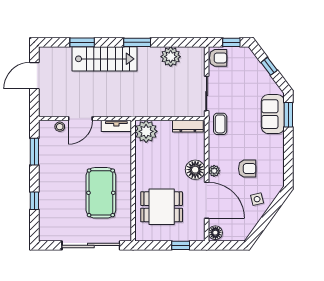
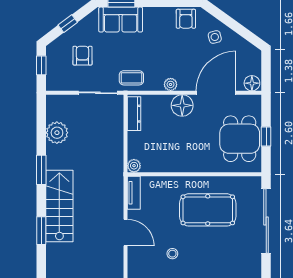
armchair: (218, 58) -> (82, 56), moved
stool: (60, 127) -> (172, 254), moved
plant: (146, 131) -> (134, 166), width x0.53, depth x0.53
armchair: (247, 169) -> (186, 19), moved, turned 180
plant: (214, 171) -> (171, 84), moved
dining table: (162, 207) -> (240, 139), moved
window: (181, 245) -> (266, 136), moved

